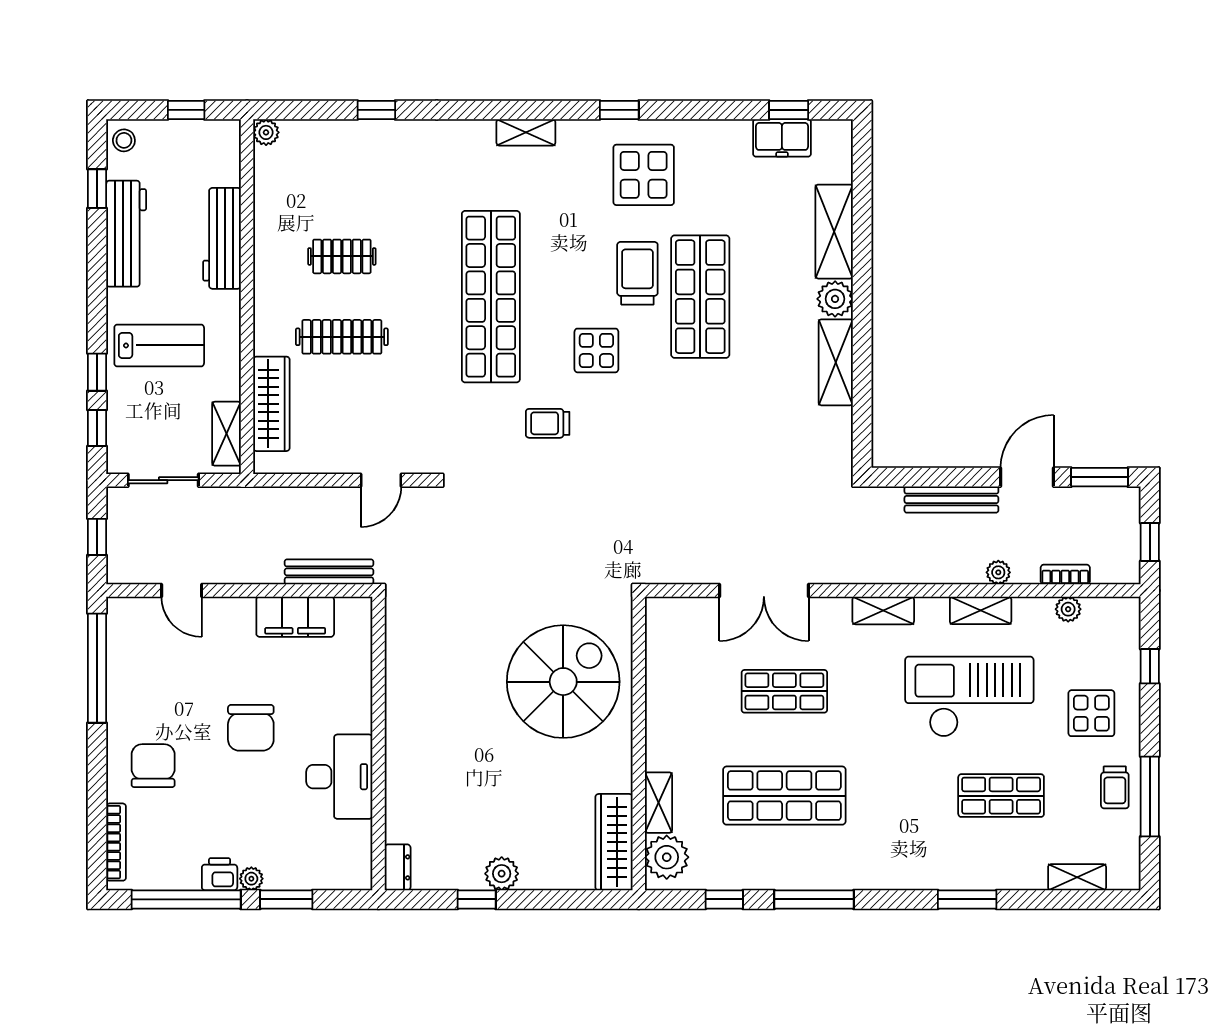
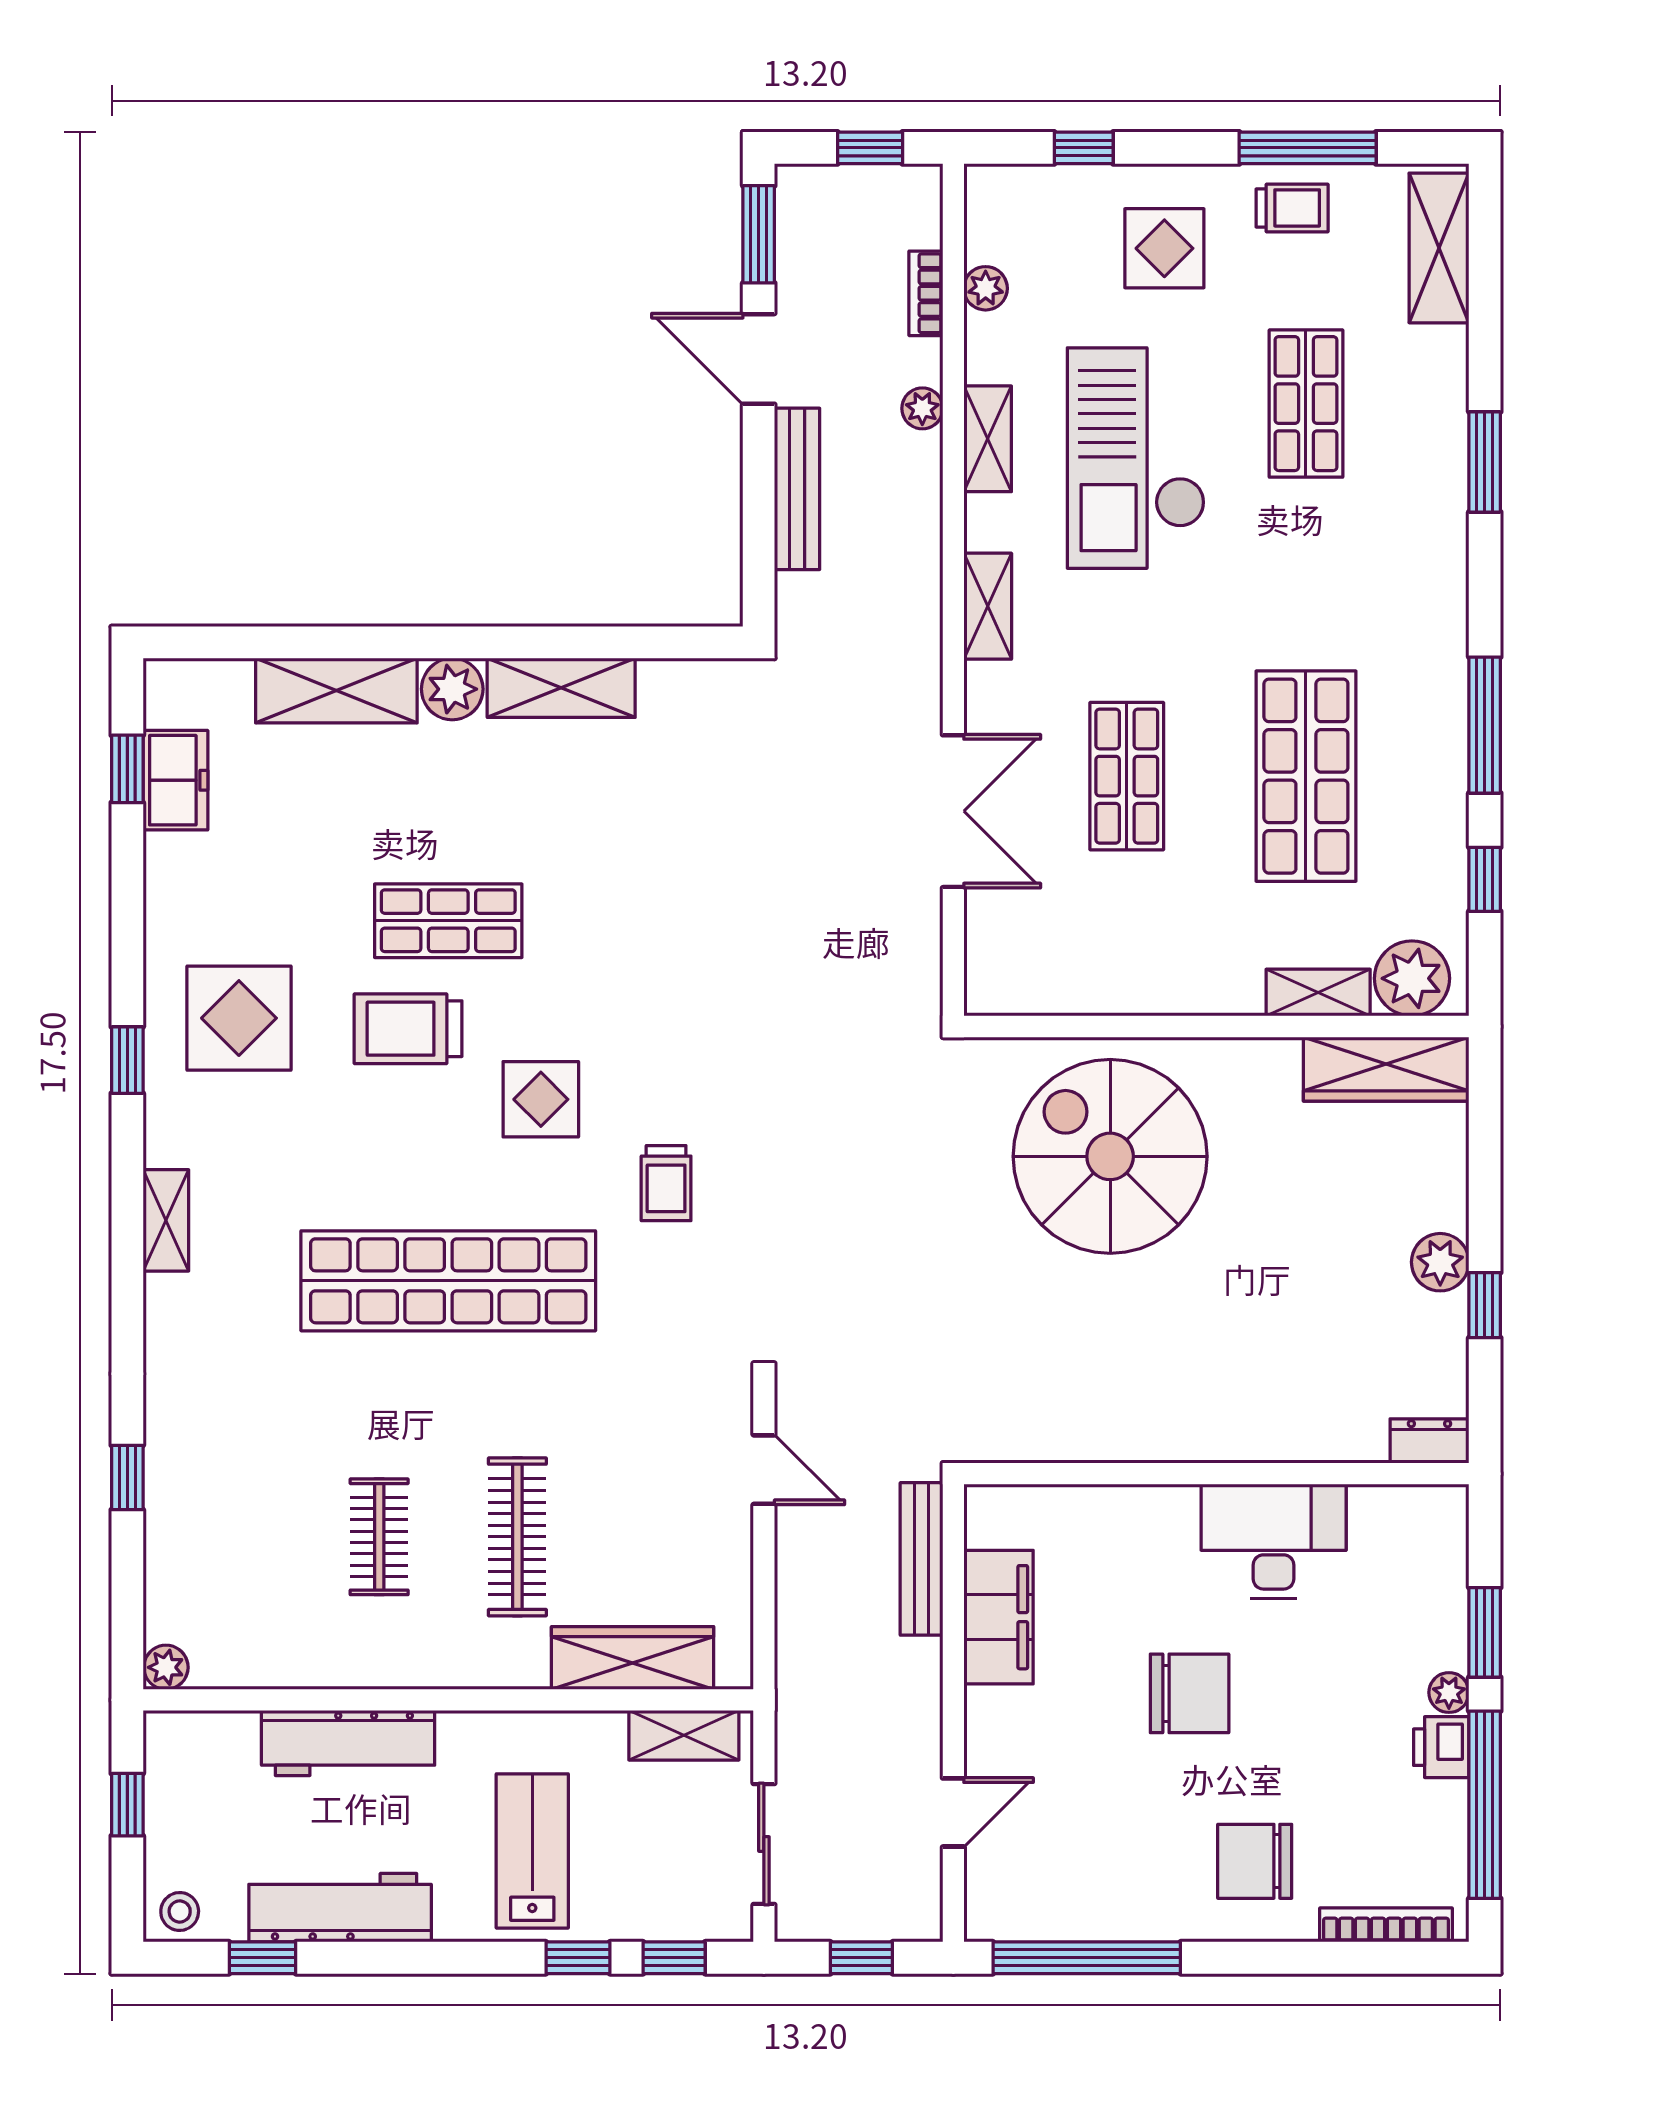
shop shelf: (700, 297) -> (448, 921), width x0.70, depth x0.74
shelving: (1077, 877) -> (1439, 248), width x1.50, depth x1.33

